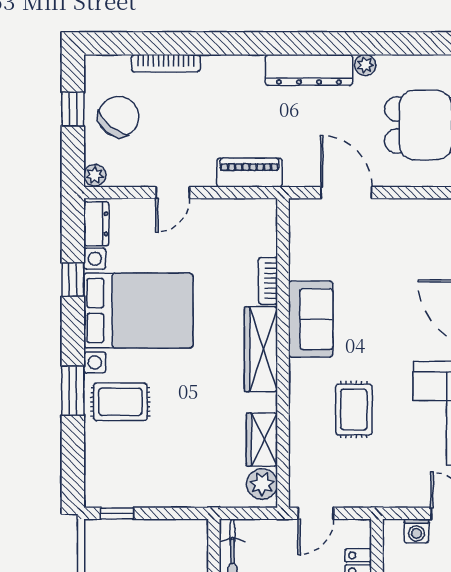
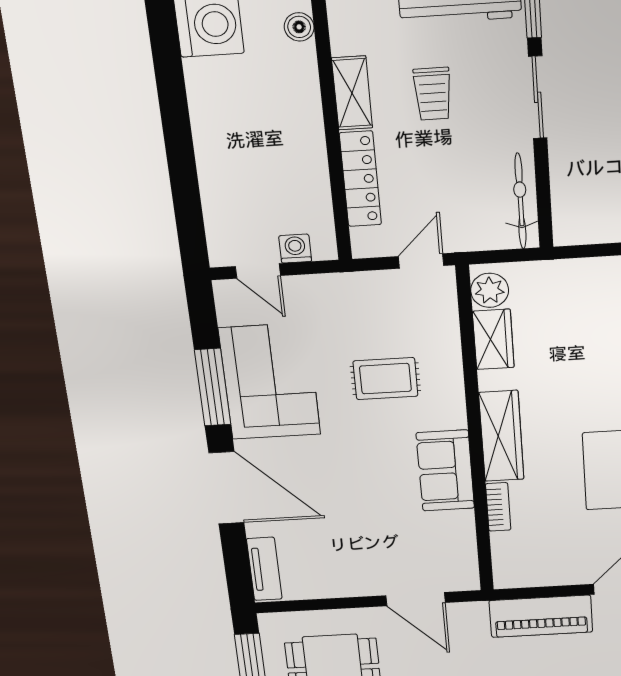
piano: (249, 173) -> (541, 616), width x1.37, depth x1.33
rug: (354, 409) -> (385, 379), turned 90

